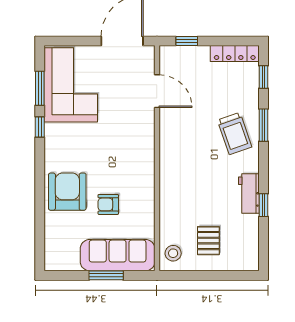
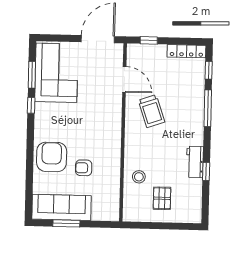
window: (263, 125) -> (208, 108), width x1.44
trolley: (235, 133) -> (152, 111), moved
stool: (173, 253) -> (139, 177), moved
sofa: (118, 255) -> (61, 207), moved
window: (106, 275) -> (66, 223), moved

